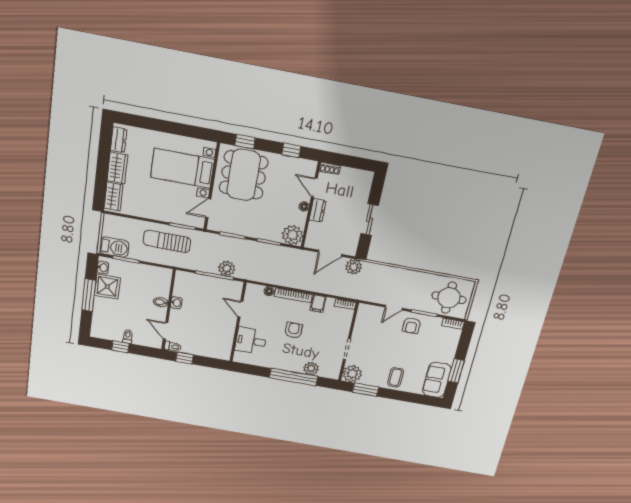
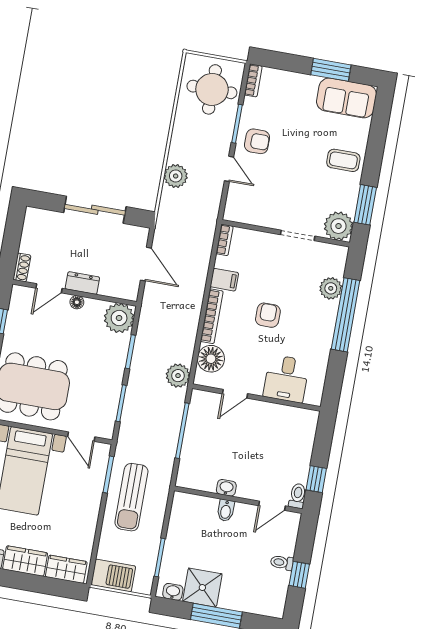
sliding door: (370, 220) -> (95, 210), width x1.37
barbecue: (114, 247) -> (113, 575), moved, turned 90
plant: (354, 267) -> (176, 176), moved
plant: (227, 268) -> (178, 376), moved
floor lamp: (269, 291) -> (211, 359), width x1.89, depth x1.89
armchair: (294, 330) -> (268, 315), turned 90

